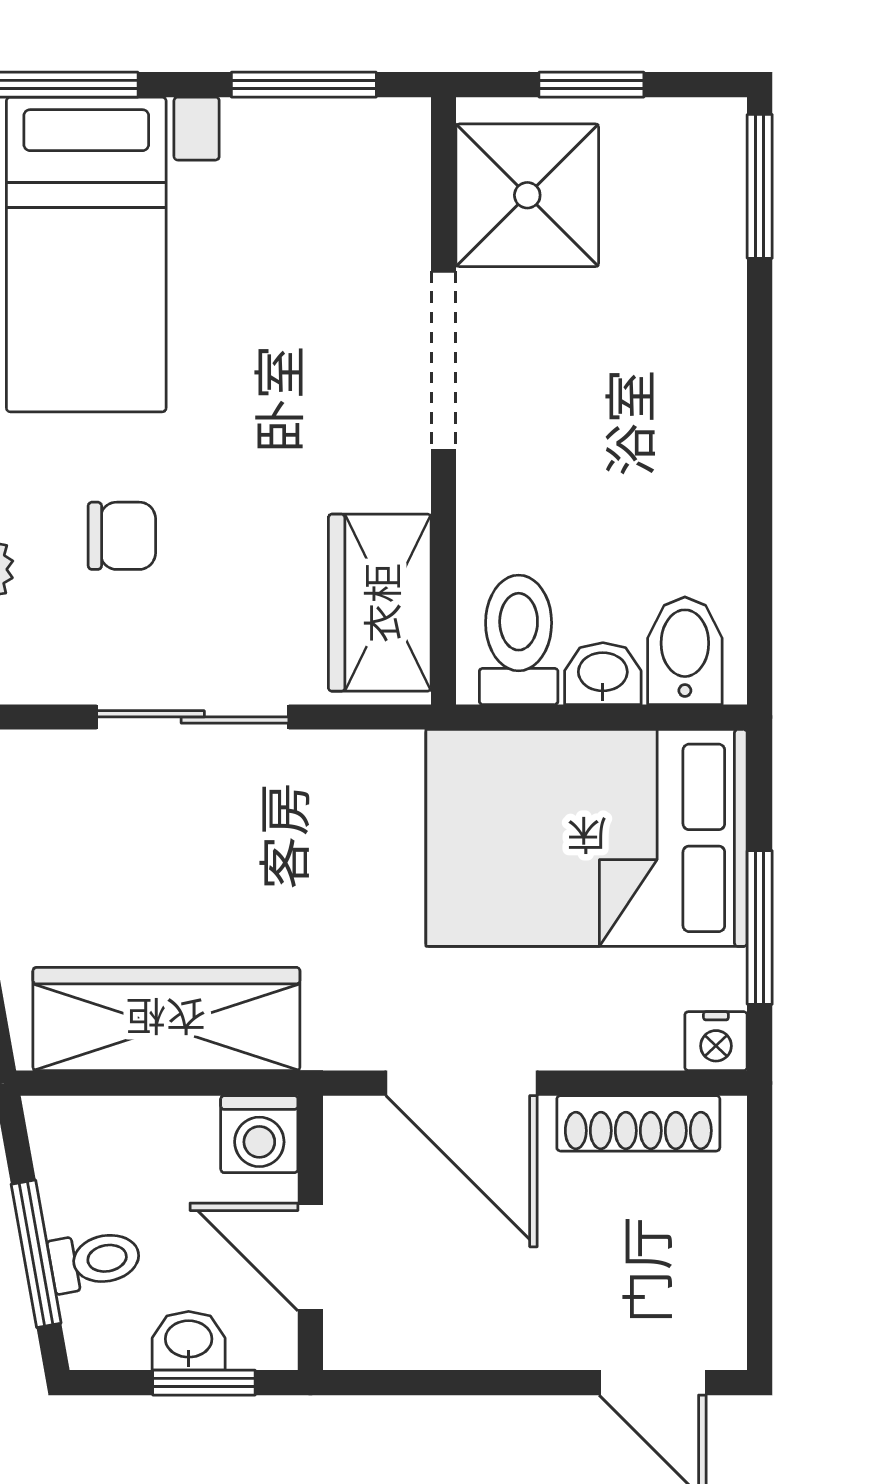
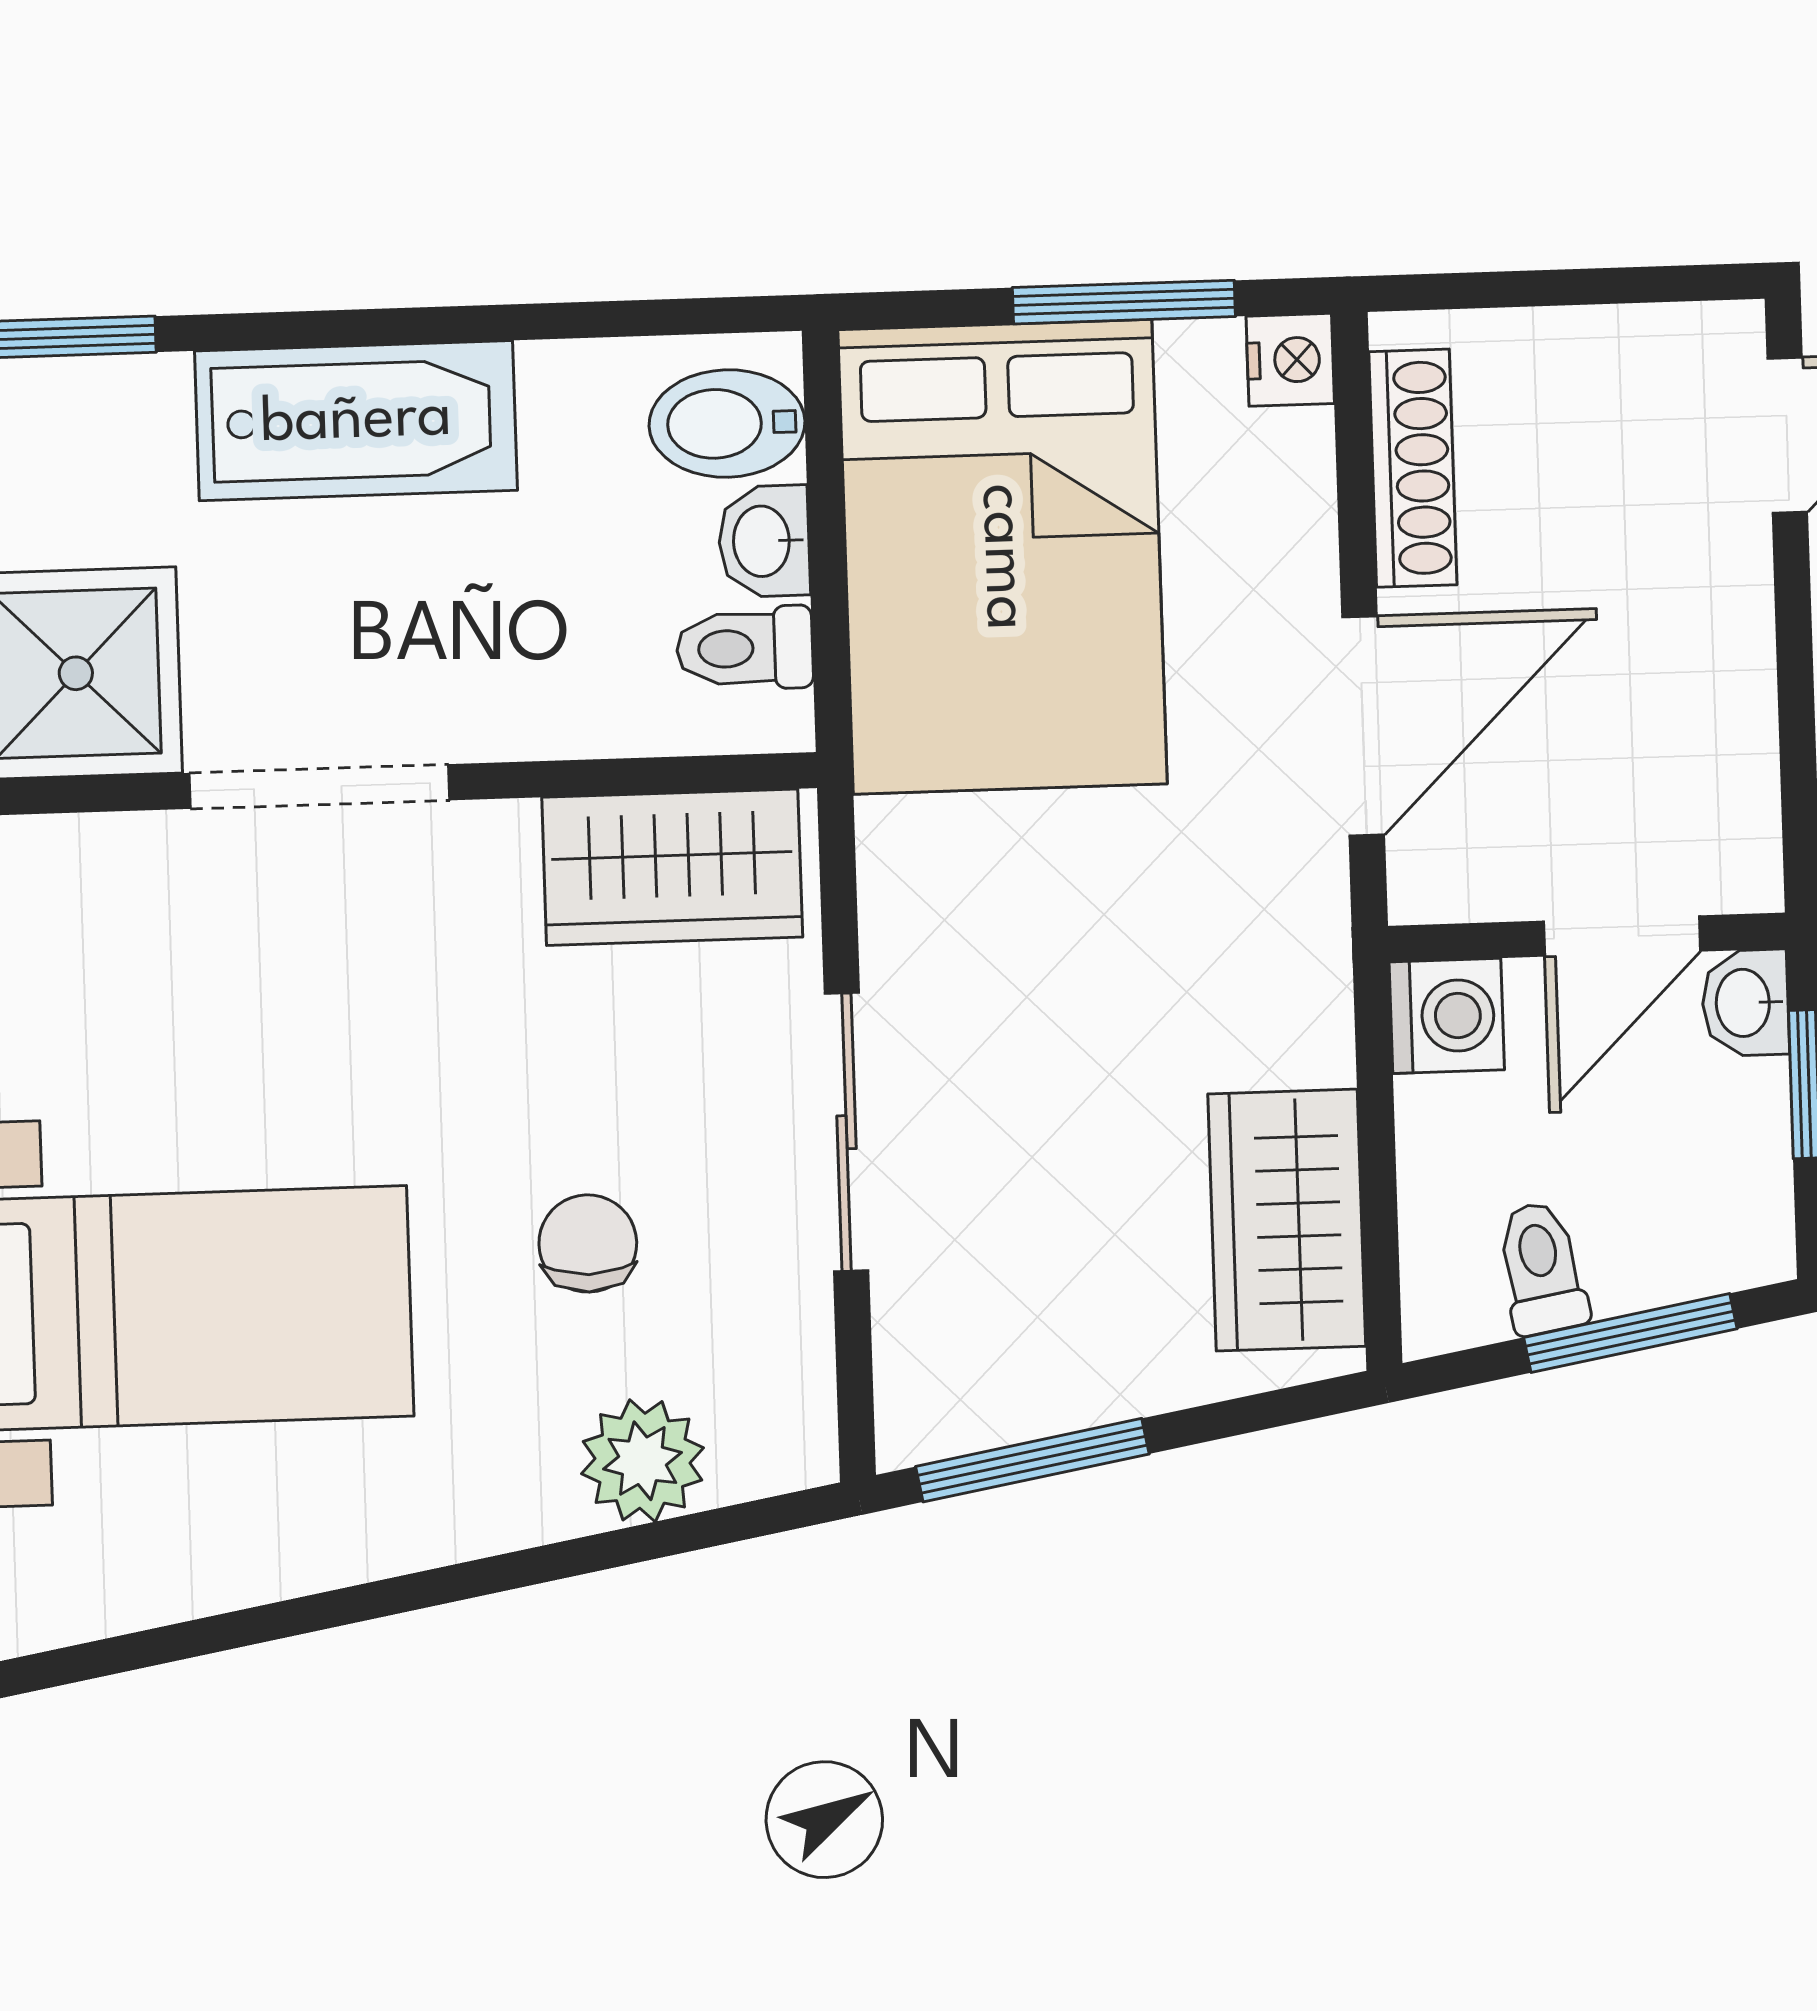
bathtub: (695, 395) -> (356, 421), added
toilet: (519, 640) -> (745, 648), width x0.73, depth x0.72
wardrobe: (166, 1019) -> (1287, 1220), width x0.67
toilet: (95, 1260) -> (1541, 1268), moved
washbasin: (189, 1341) -> (1745, 1003), moved

